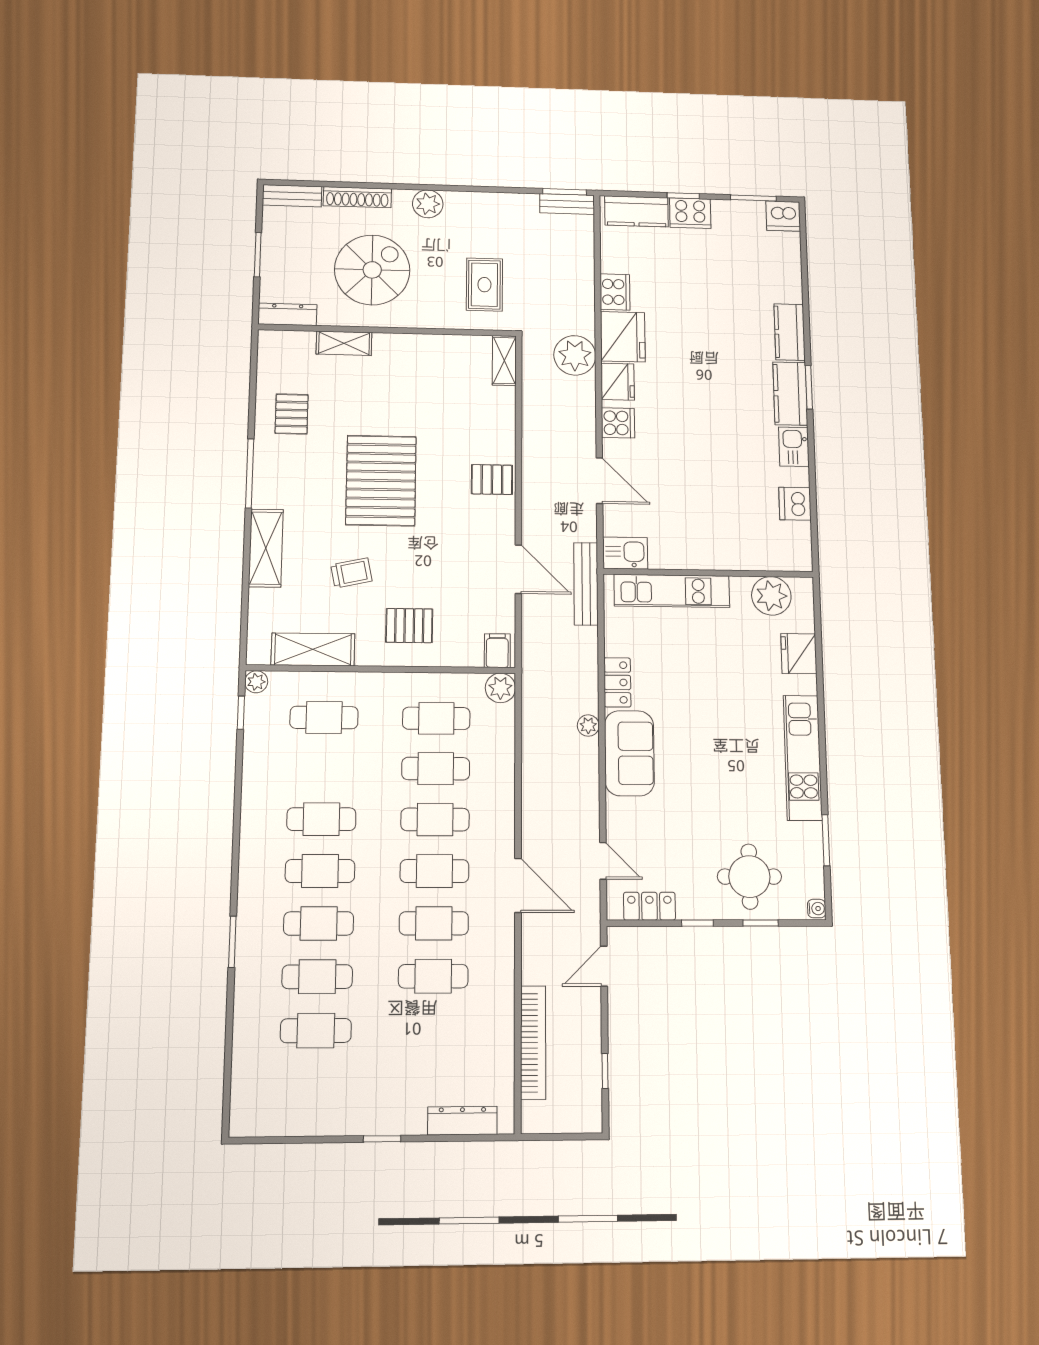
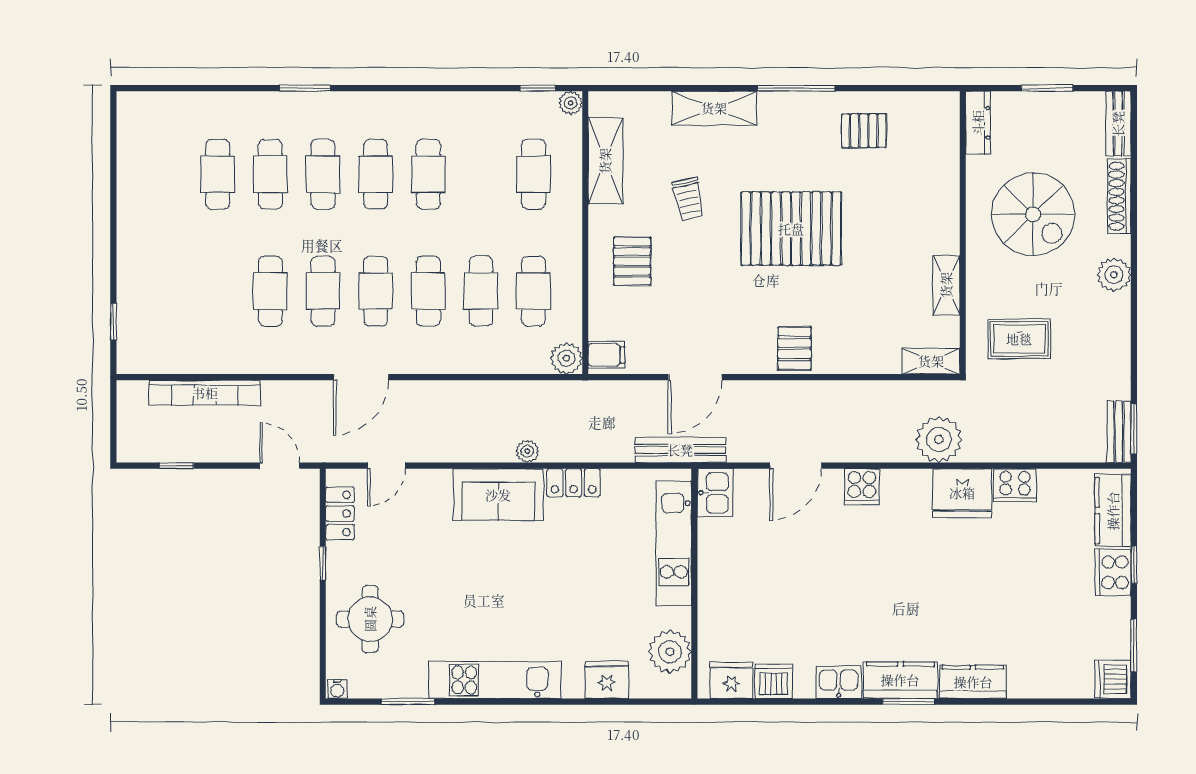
shelving: (344, 343) -> (946, 285), moved
fridge: (618, 382) -> (732, 680), moved, turned 180
window: (761, 923) -> (323, 629), removed
dresser: (462, 1121) -> (130, 322), removed
window: (382, 1139) -> (113, 321), moved

